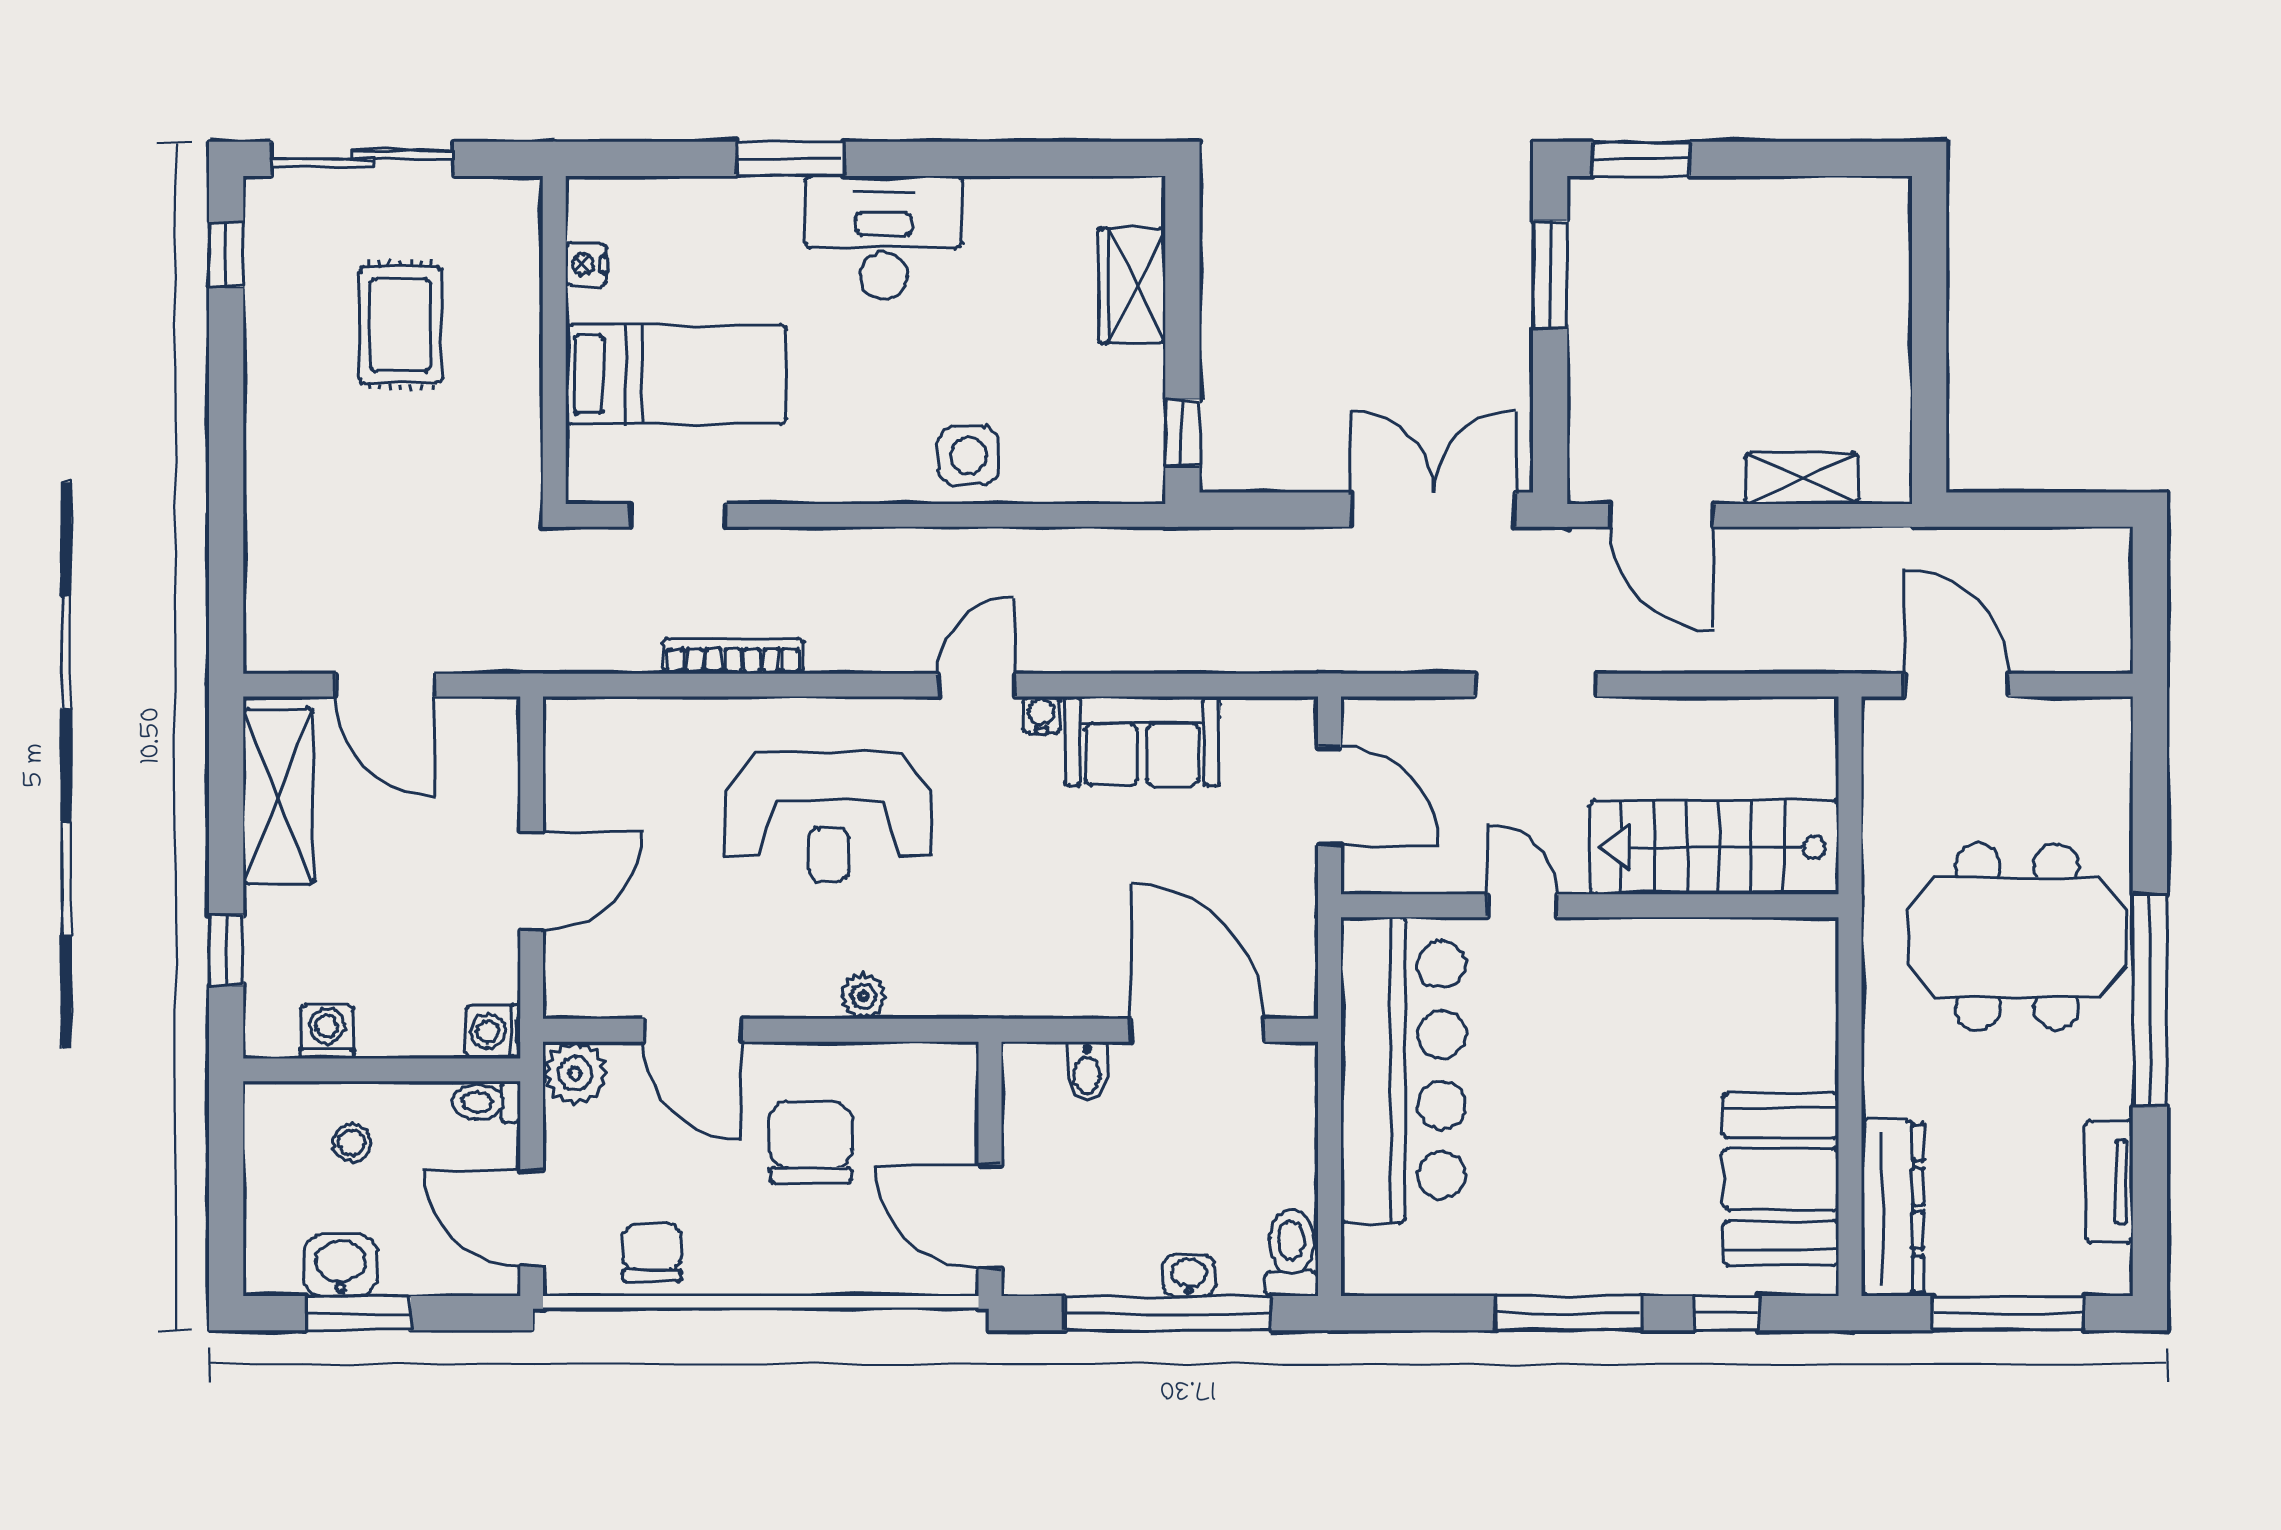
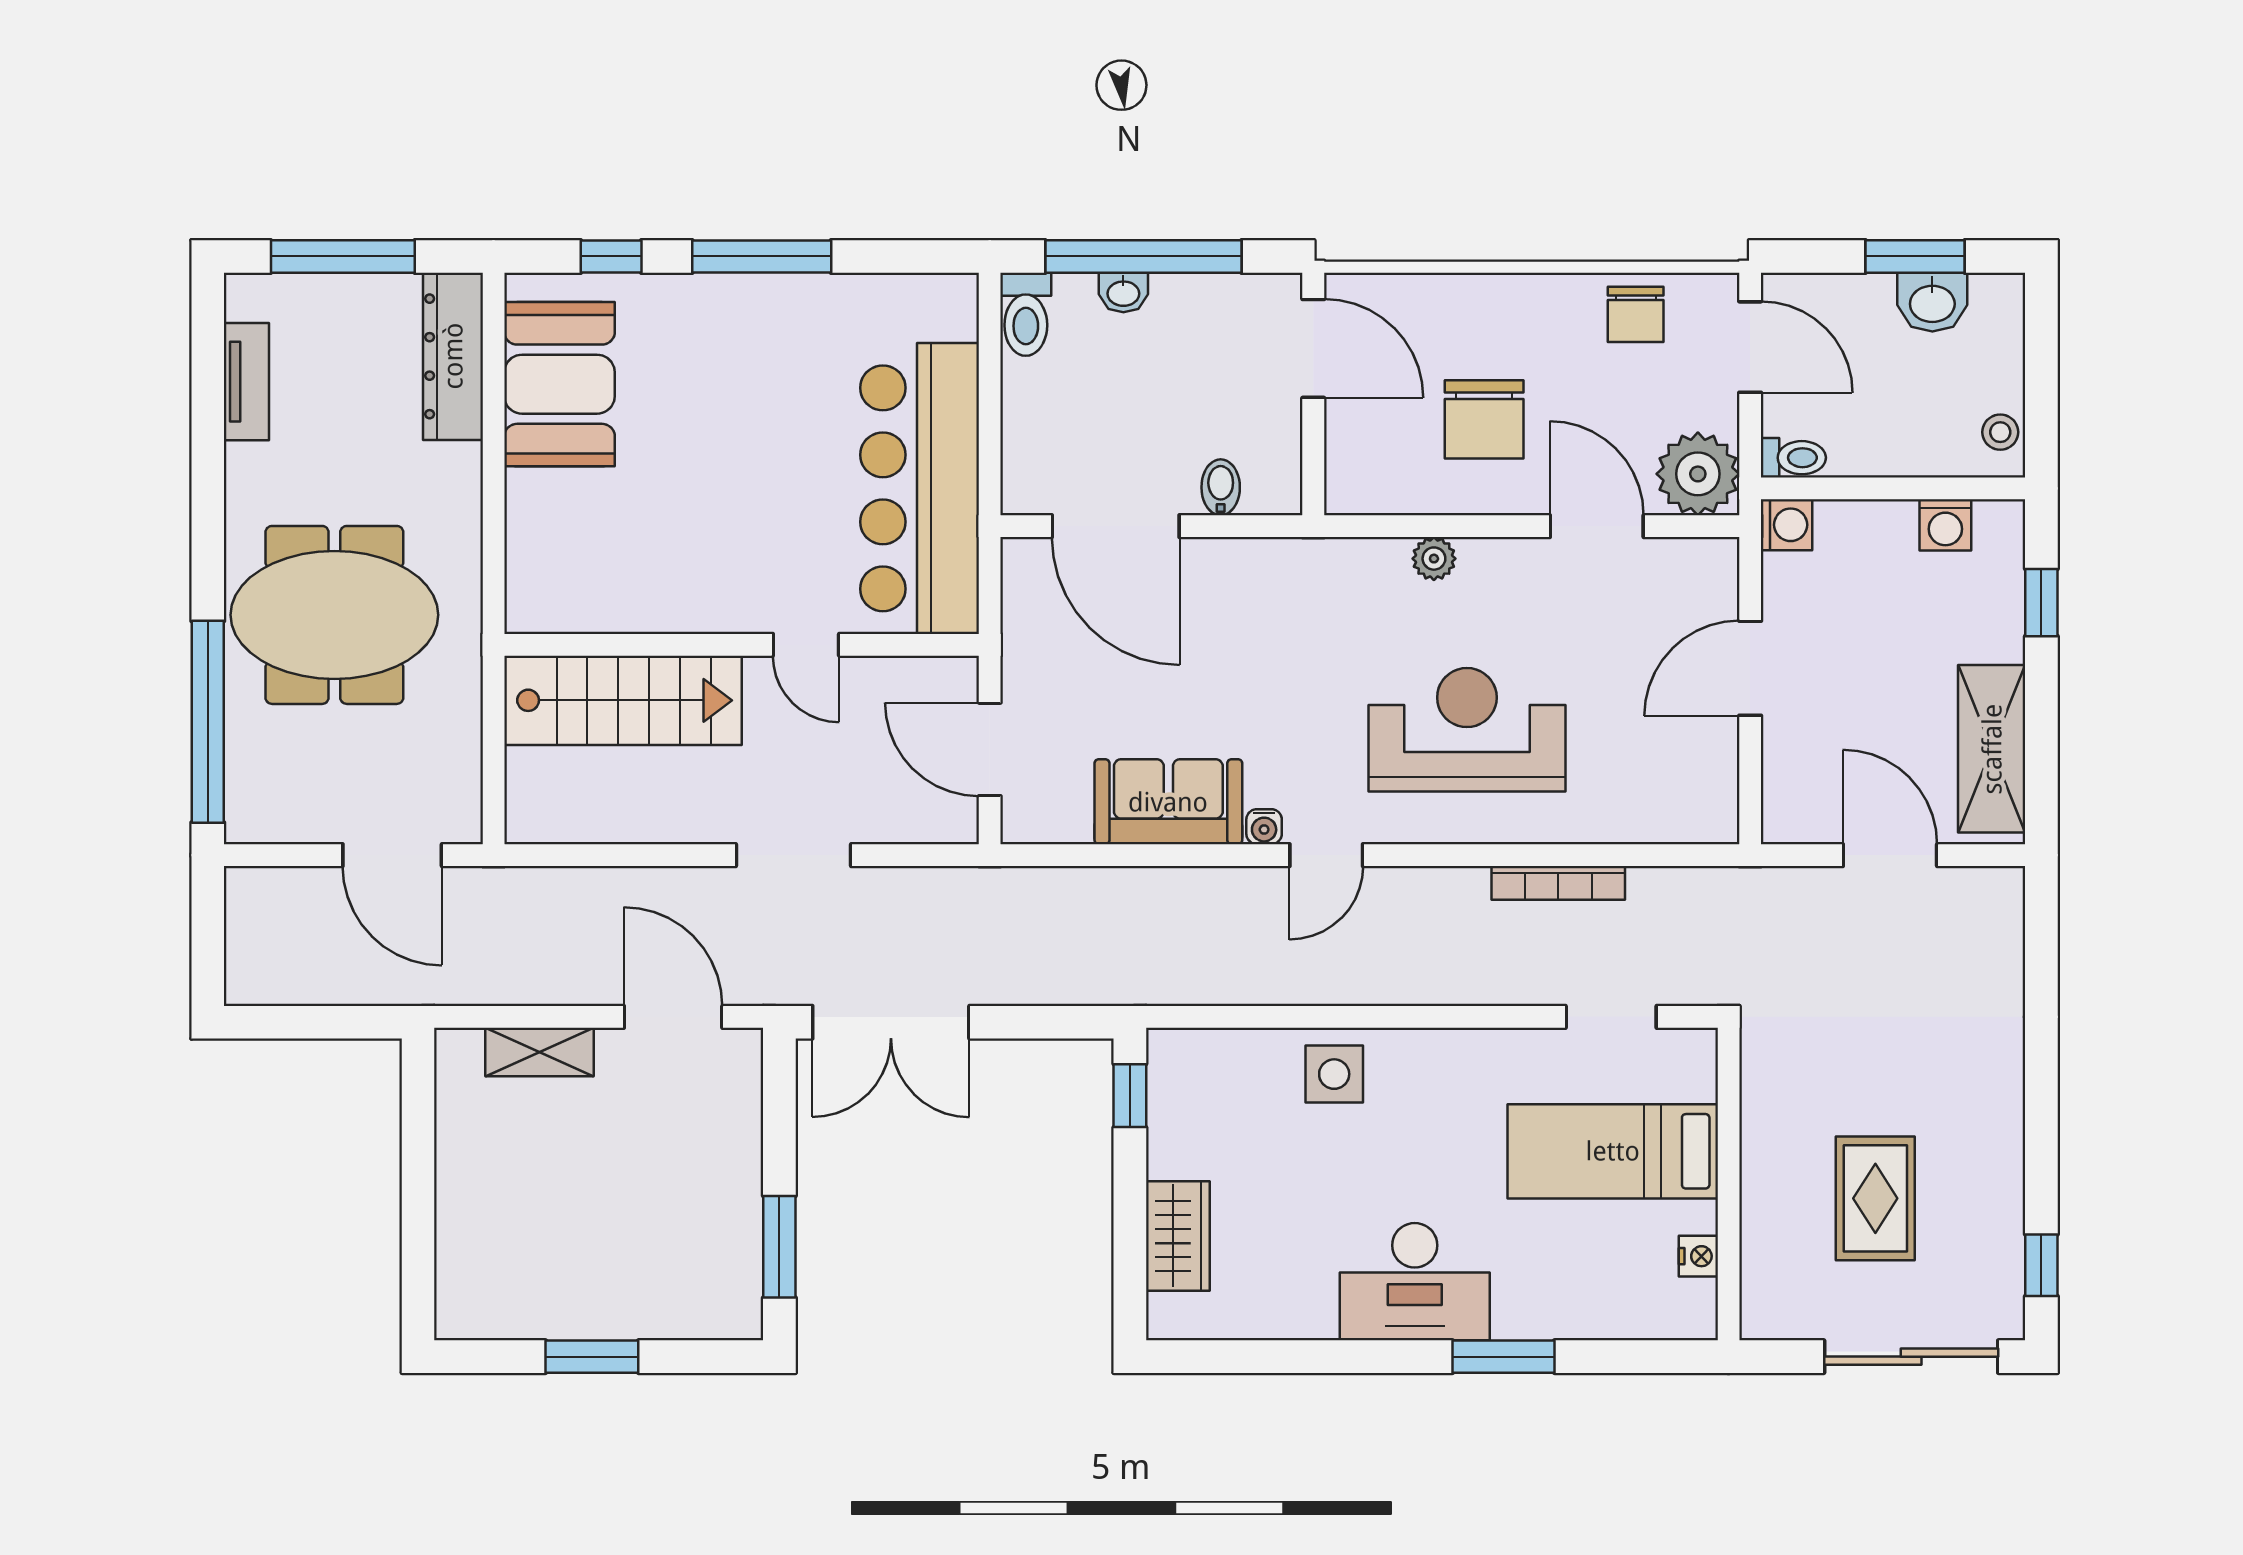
window: (1641, 159) -> (592, 1357), moved
window: (2150, 1000) -> (208, 722), moved
plant: (575, 1073) -> (1698, 474), width x1.36, depth x1.36
stool: (352, 1143) -> (2000, 432), moved

